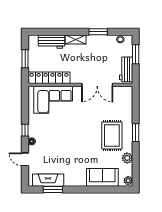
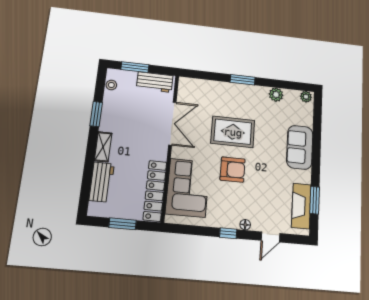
armchair: (69, 130) -> (233, 170), added
rug: (112, 135) -> (233, 132), moved
sofa: (102, 177) -> (300, 147), moved

